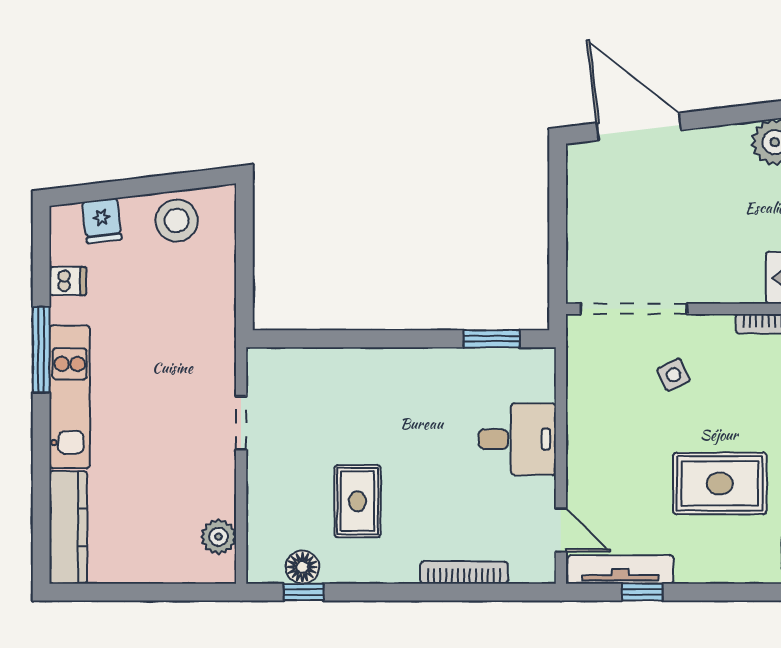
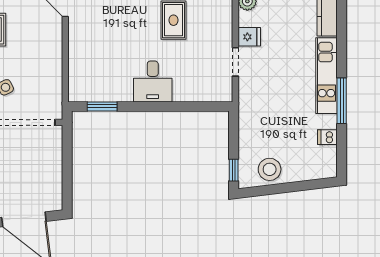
window: (244, 219) -> (234, 170), added
fridge: (102, 221) -> (249, 37), moved, turned 97
desk: (517, 439) -> (153, 81), moved, turned -90

